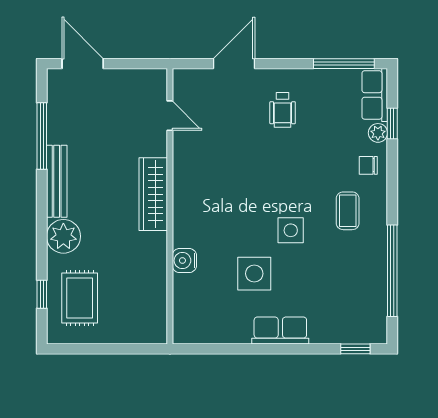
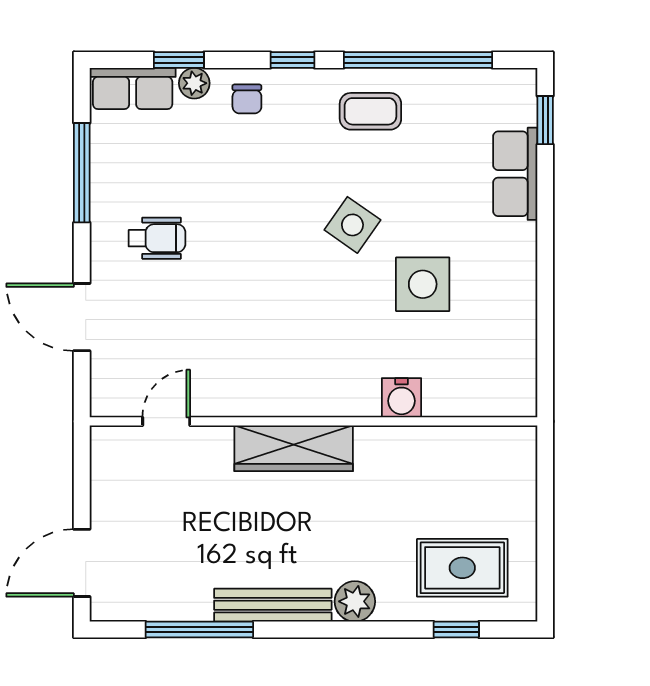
window: (344, 64) -> (82, 173), moved
window: (392, 193) -> (292, 60), added
coffee table: (348, 211) -> (370, 111), moved
side table: (291, 230) -> (352, 225), turned 35
plant: (63, 236) -> (355, 601), width x0.73, depth x0.73
row of seats: (280, 330) -> (515, 174), moved

